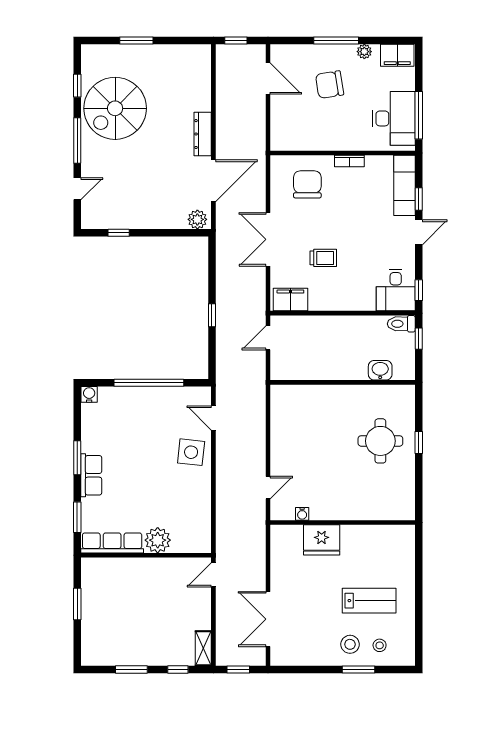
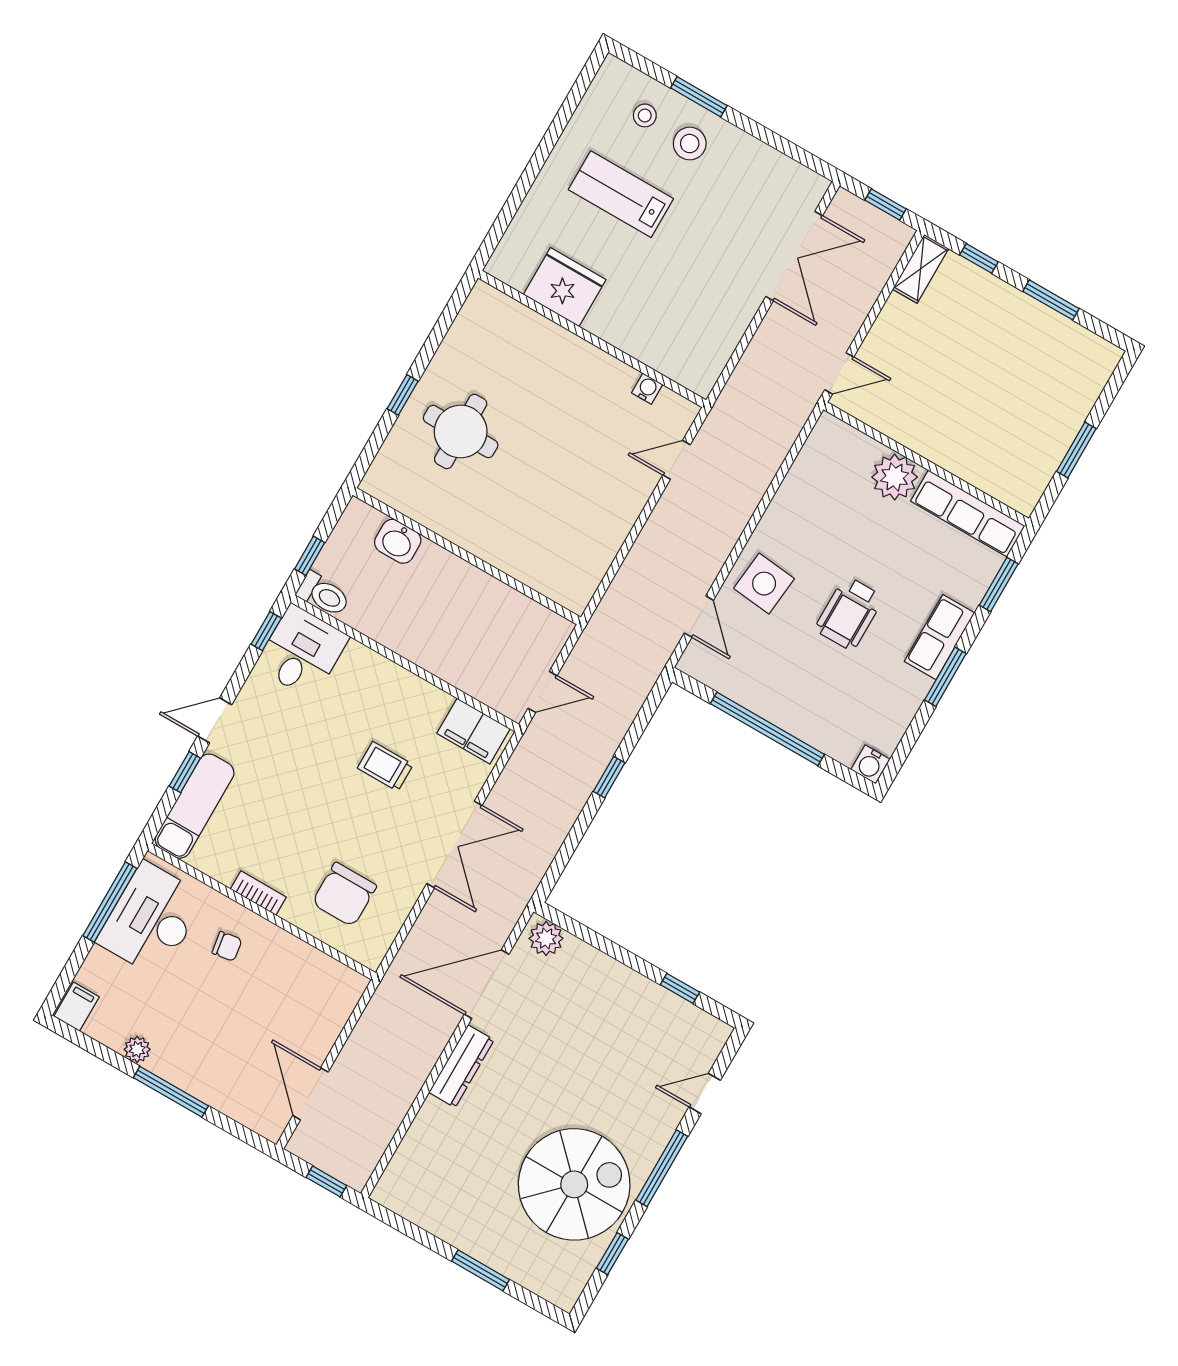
filing cabinet: (397, 55) -> (76, 1007), width x0.50
chair: (330, 85) -> (227, 946), moved, width x0.54, depth x0.54
wheelchair: (142, 462) -> (849, 613), added
fridge: (322, 540) -> (565, 287), moved

